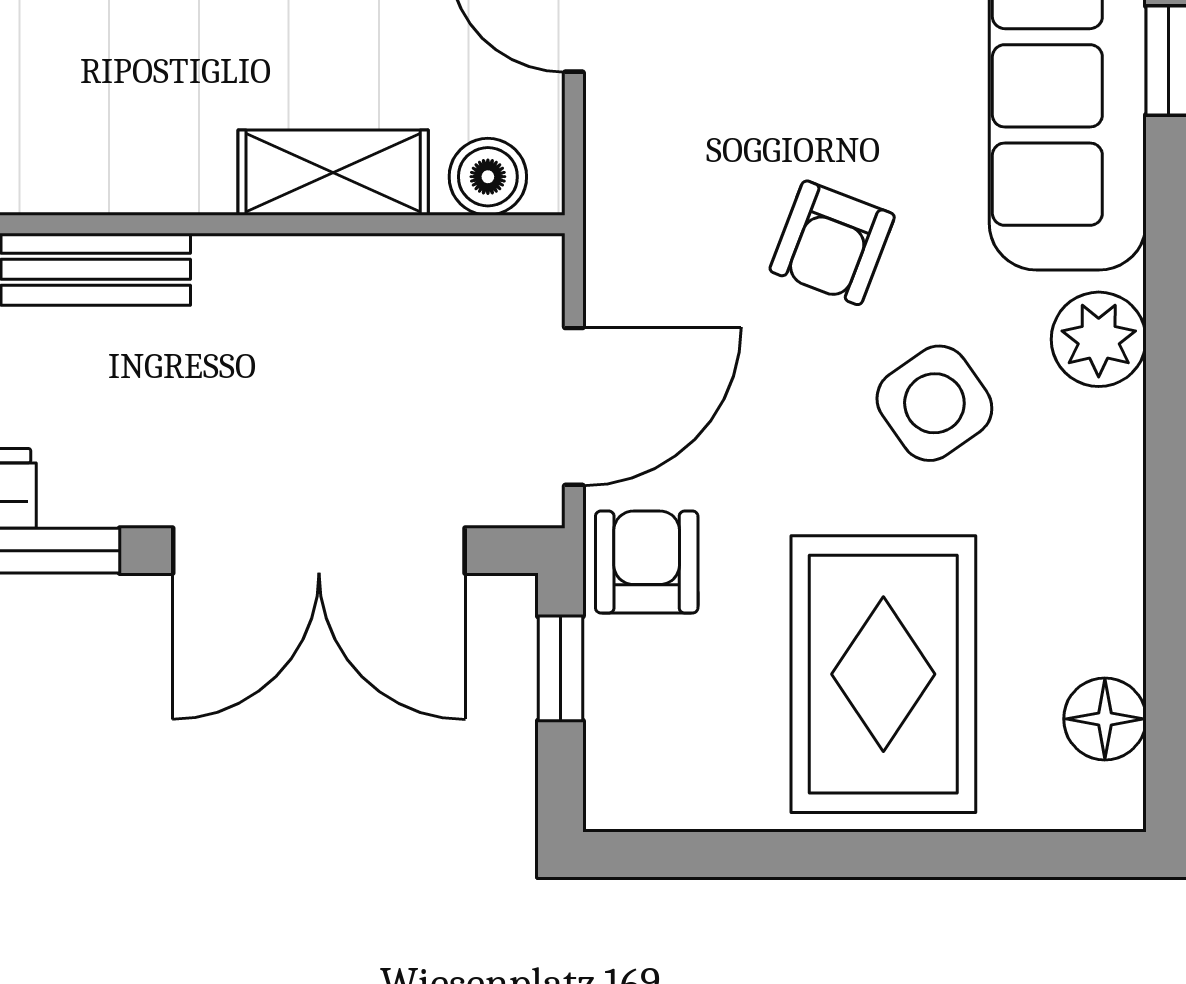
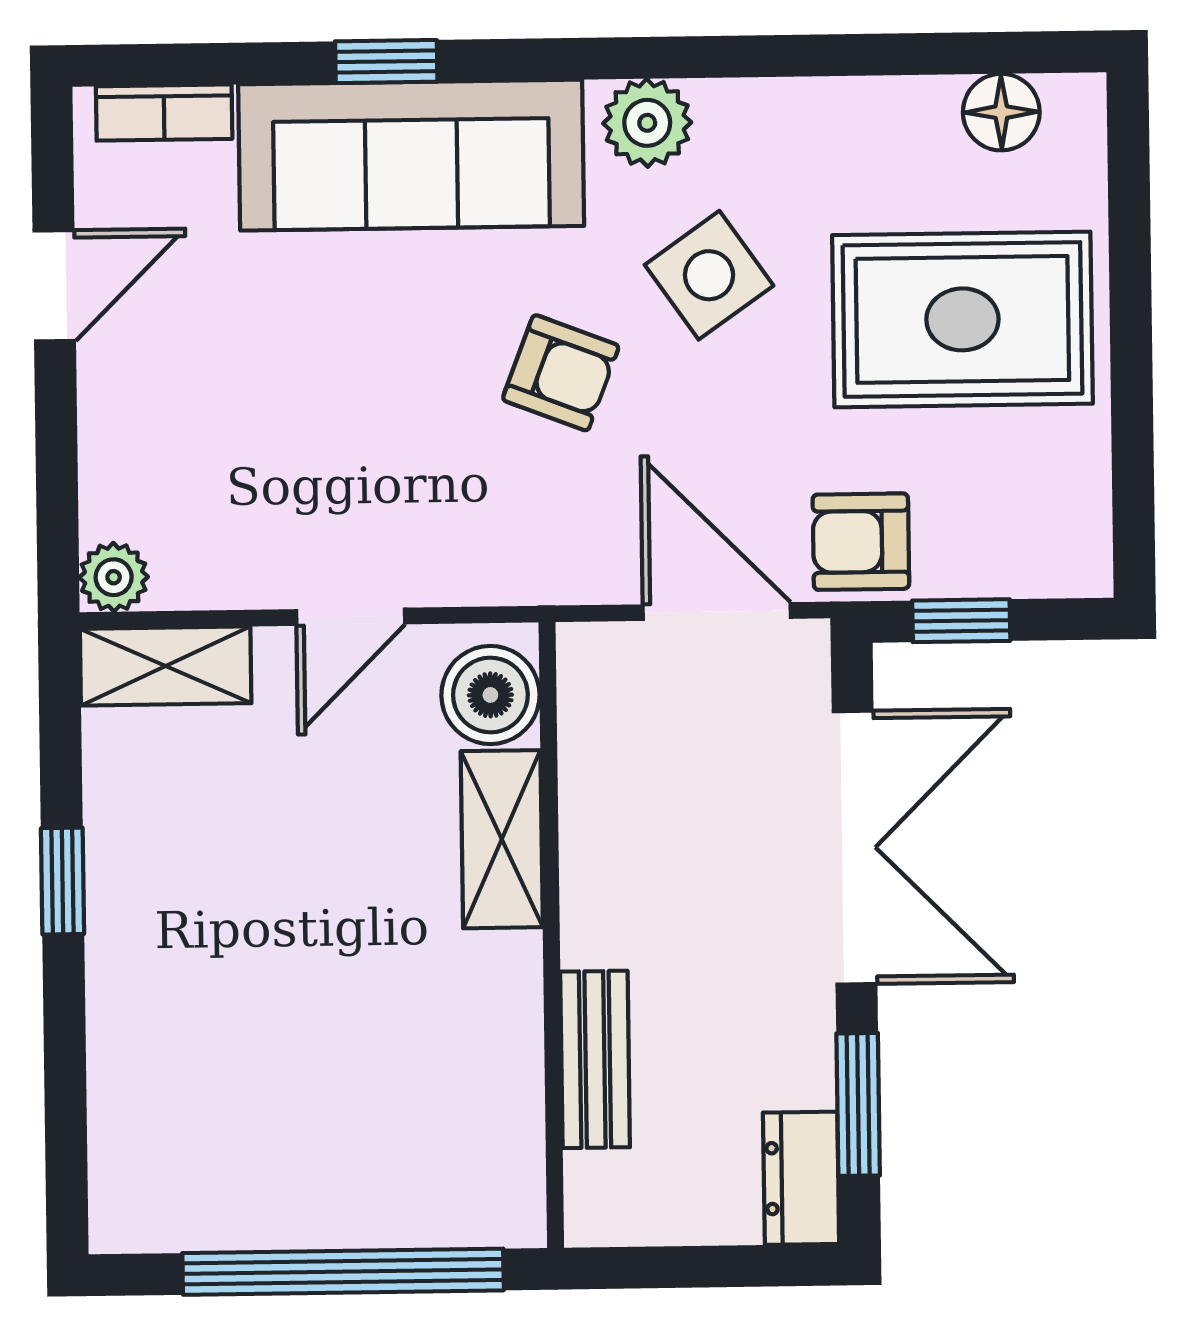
boiler: (488, 177) -> (490, 695), width x1.36, depth x1.36

